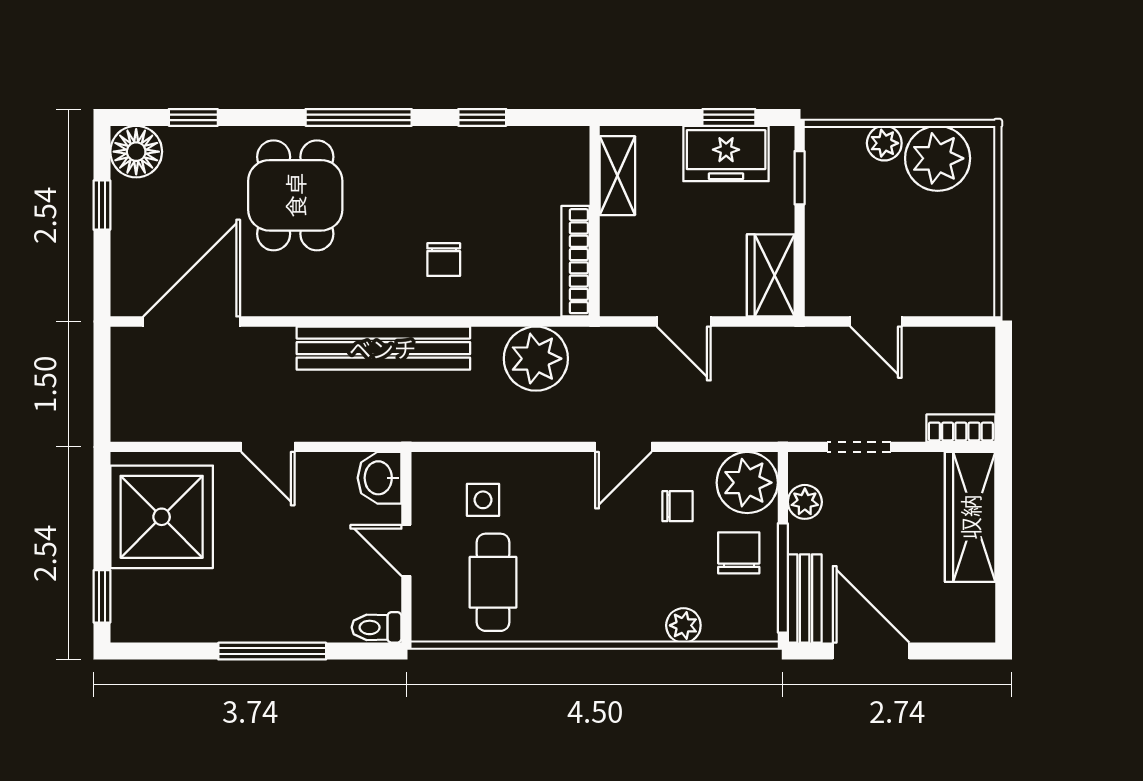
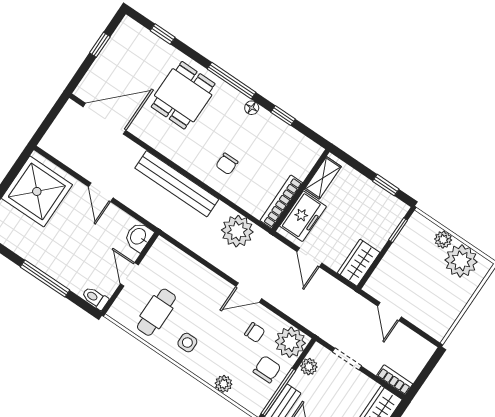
floor lamp: (136, 152) -> (252, 108), moved, width x0.53, depth x0.53
freezer: (726, 154) -> (303, 216), moved, turned -90
side table: (483, 500) -> (187, 343), moved

